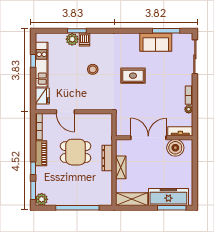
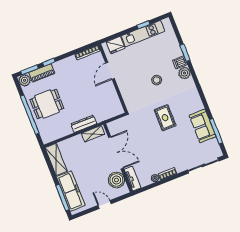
plant: (72, 39) -> (184, 73), moved
dining table: (76, 152) -> (47, 104), moved, turned 90
piano: (41, 153) -> (42, 73), moved
shelving: (121, 167) -> (93, 134), moved
door: (195, 169) -> (105, 205), added

